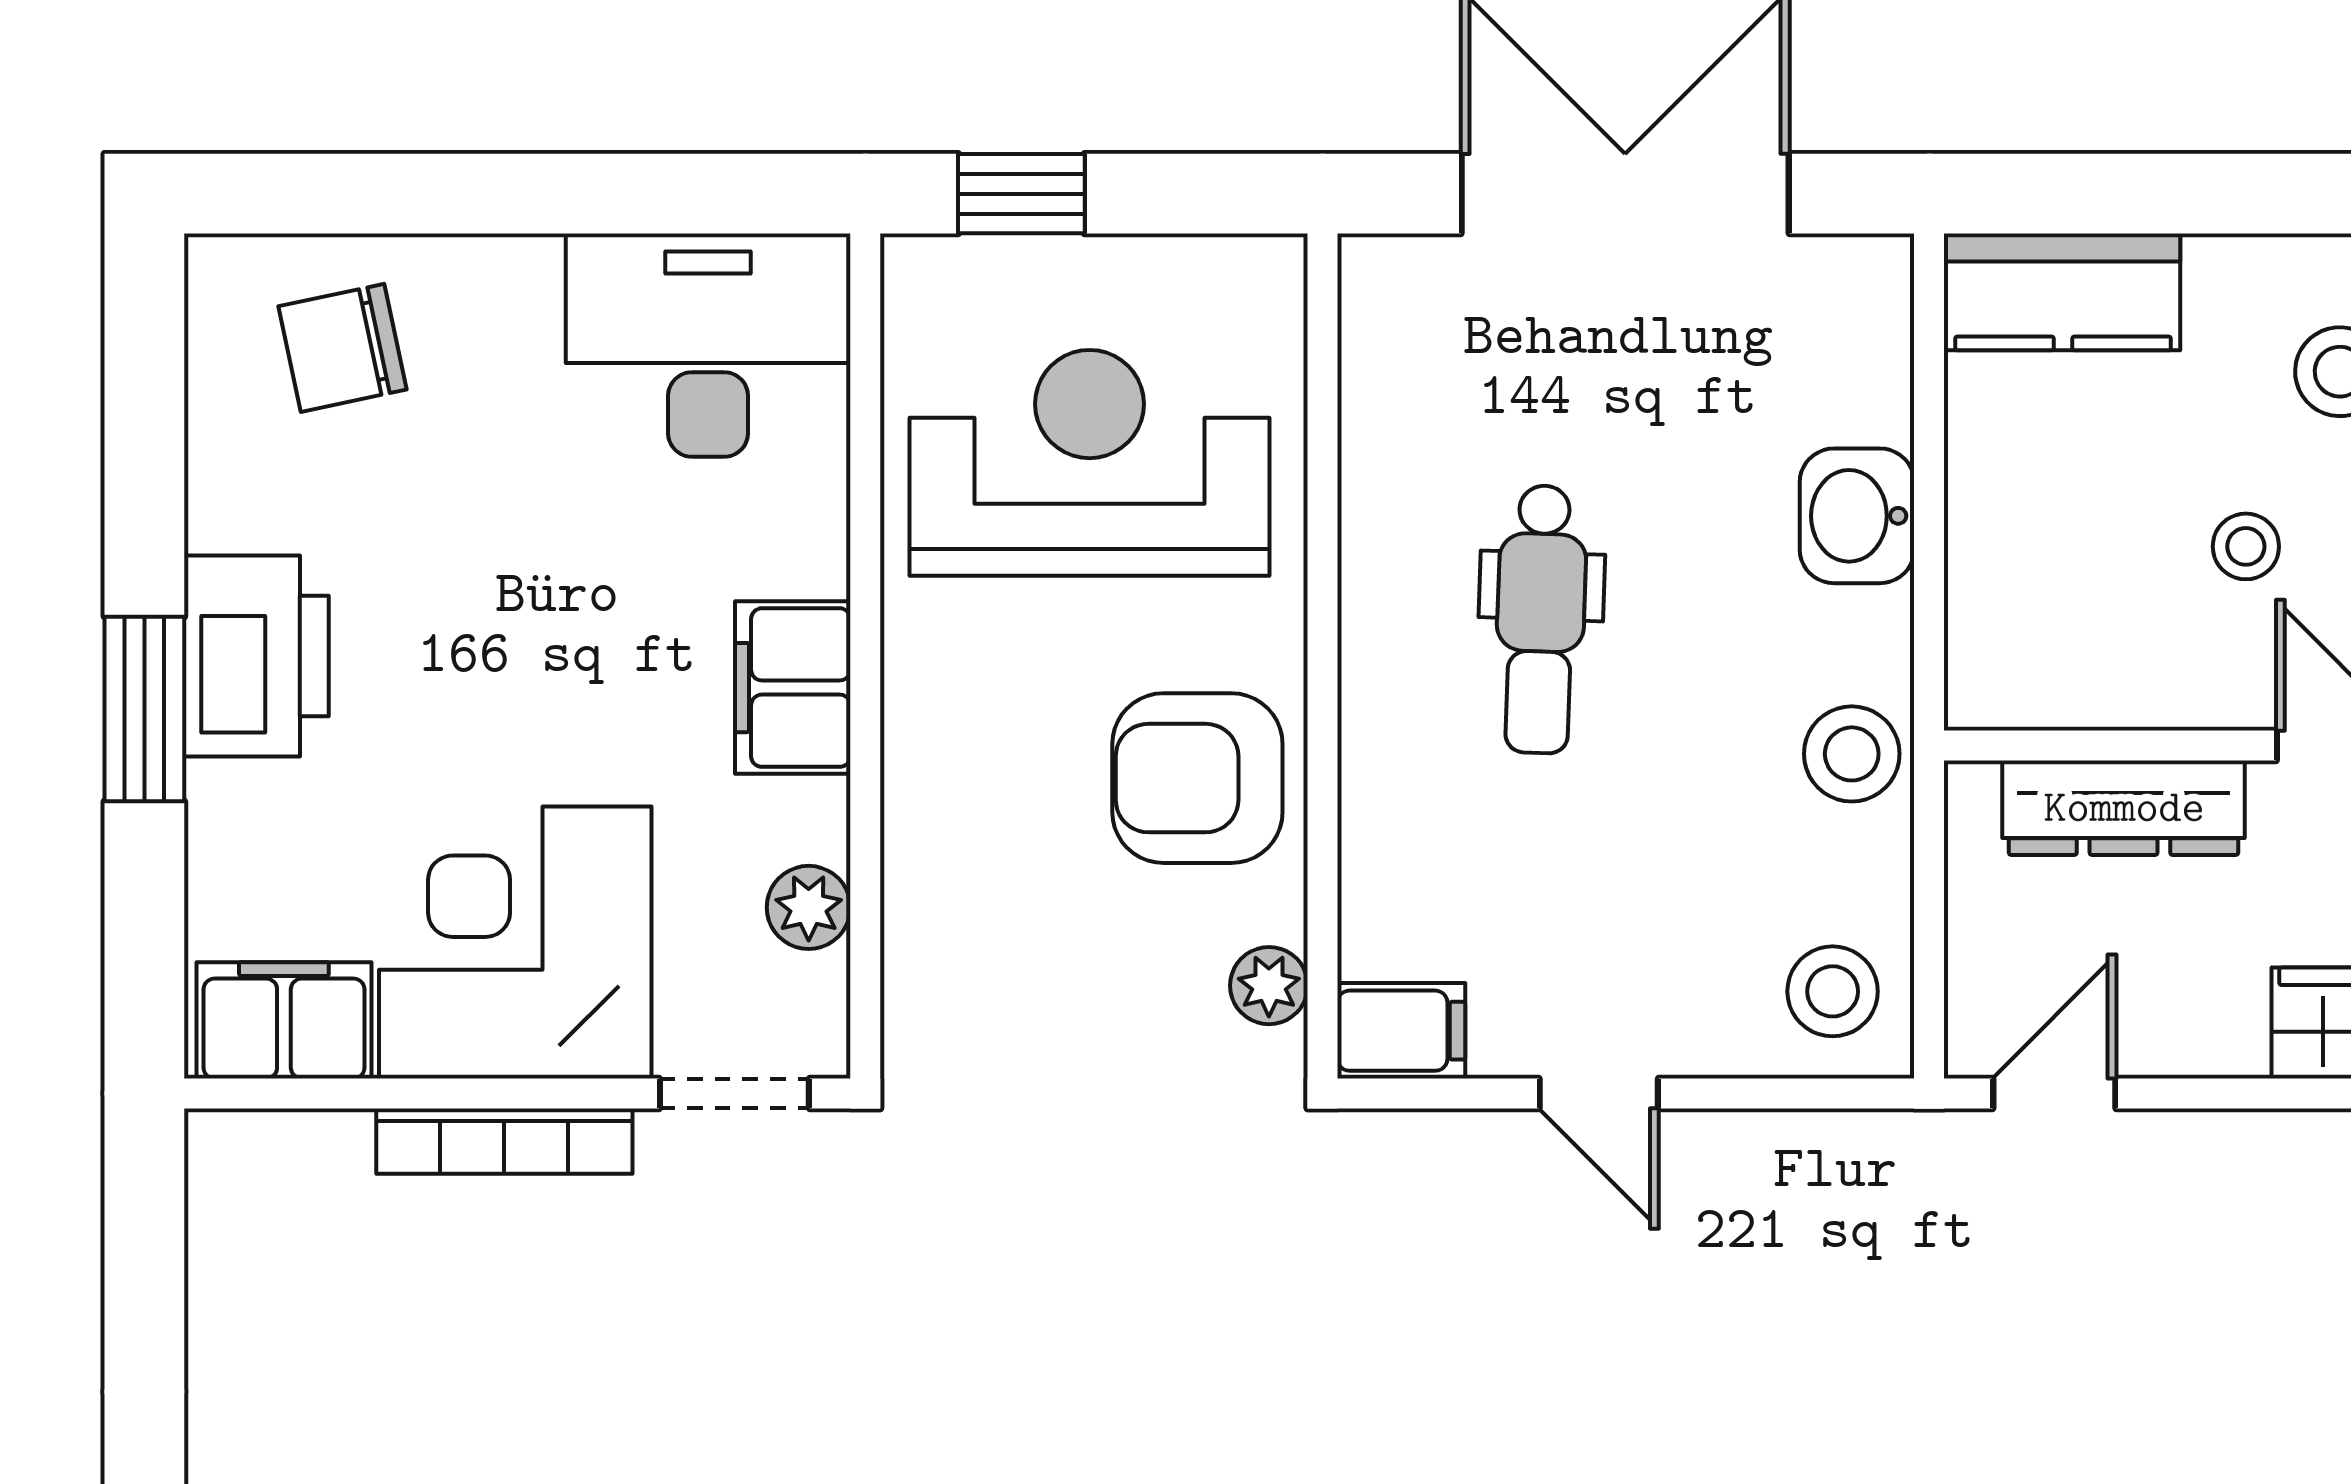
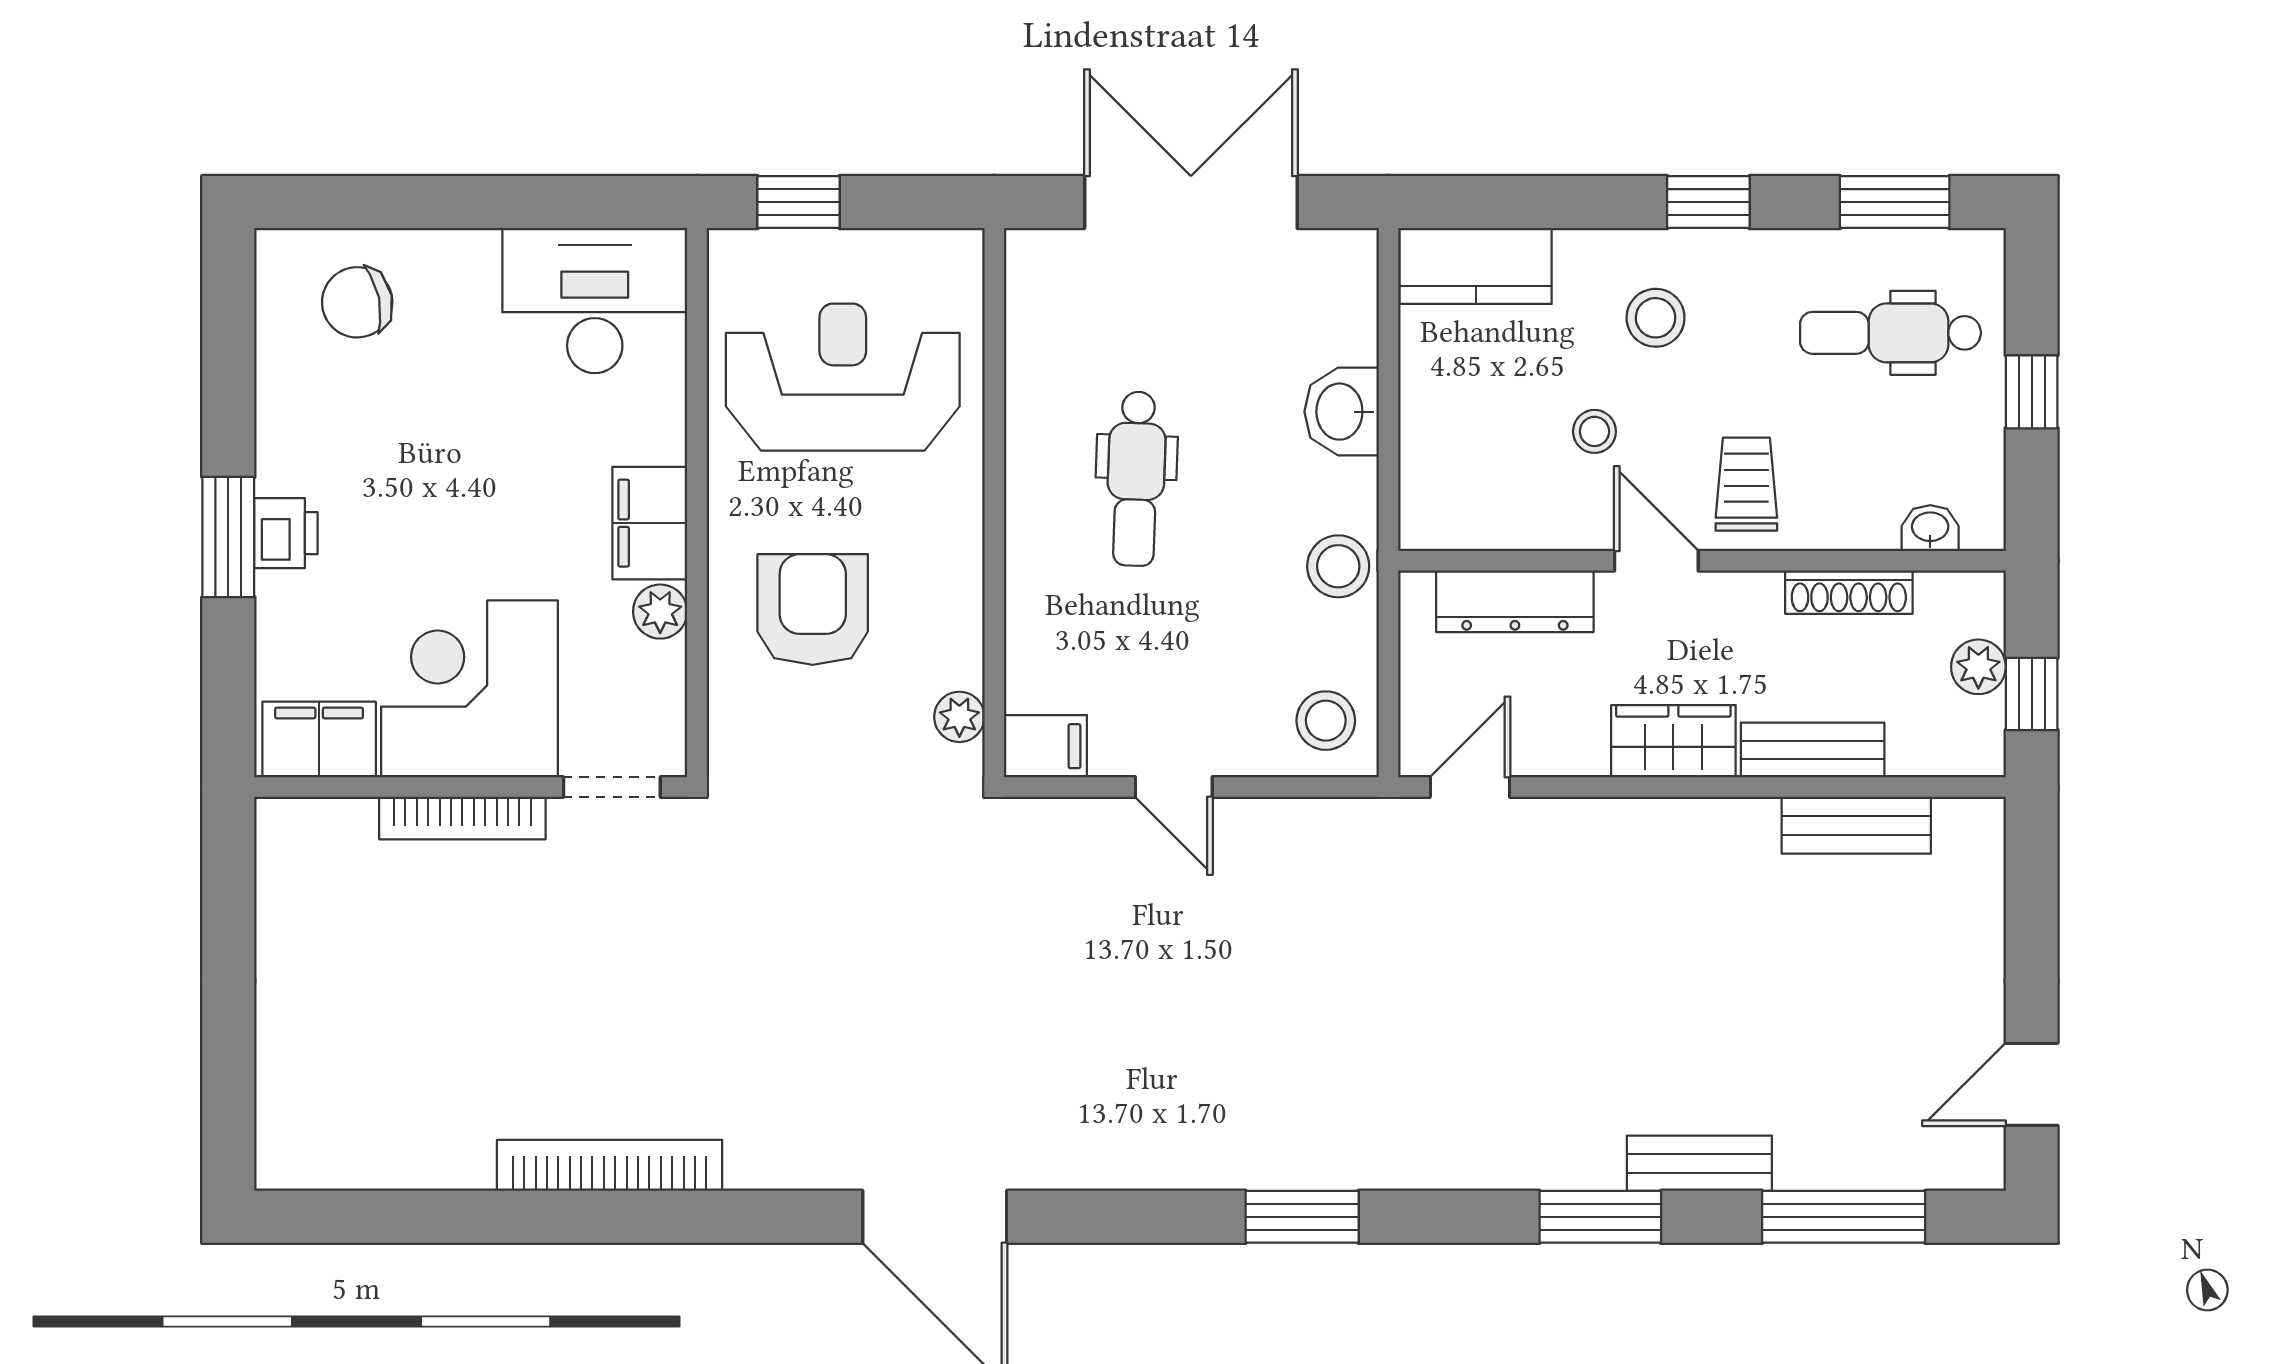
printer: (256, 656) -> (286, 533), width x0.53, depth x0.68
armchair: (1197, 778) -> (813, 610), moved, turned 90
plant: (809, 907) -> (660, 612), moved

